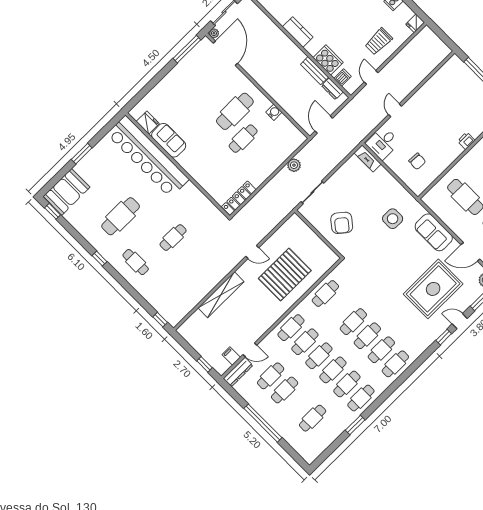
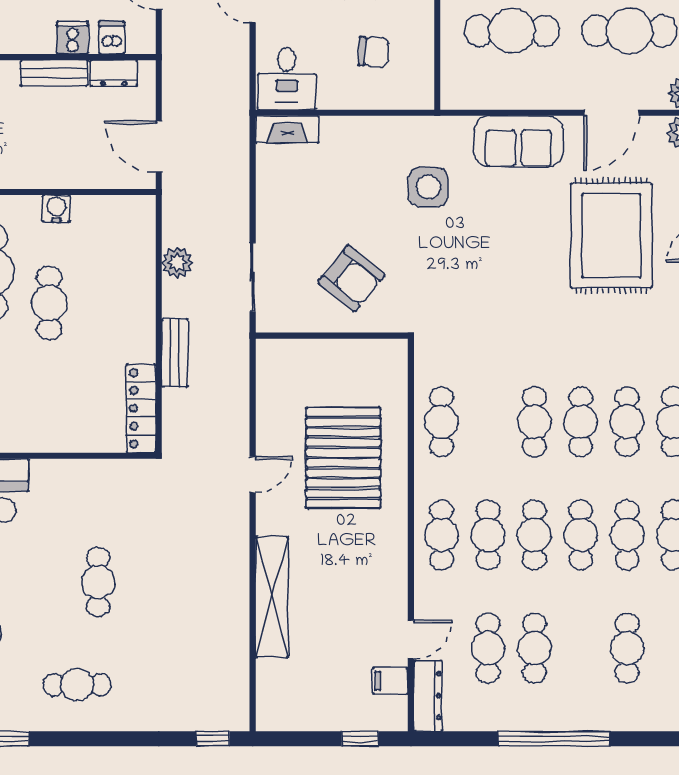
cooker: (328, 60) -> (73, 38), width x0.53, depth x0.76
bench: (266, 192) -> (175, 353), added

